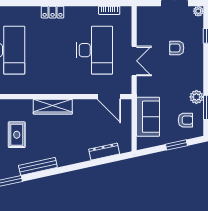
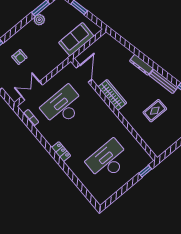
double door: (134, 61) -> (32, 91), moved
wardrobe: (53, 107) -> (112, 95), moved
armchair: (185, 120) -> (59, 15), removed
dresser: (104, 152) -> (141, 65), moved

